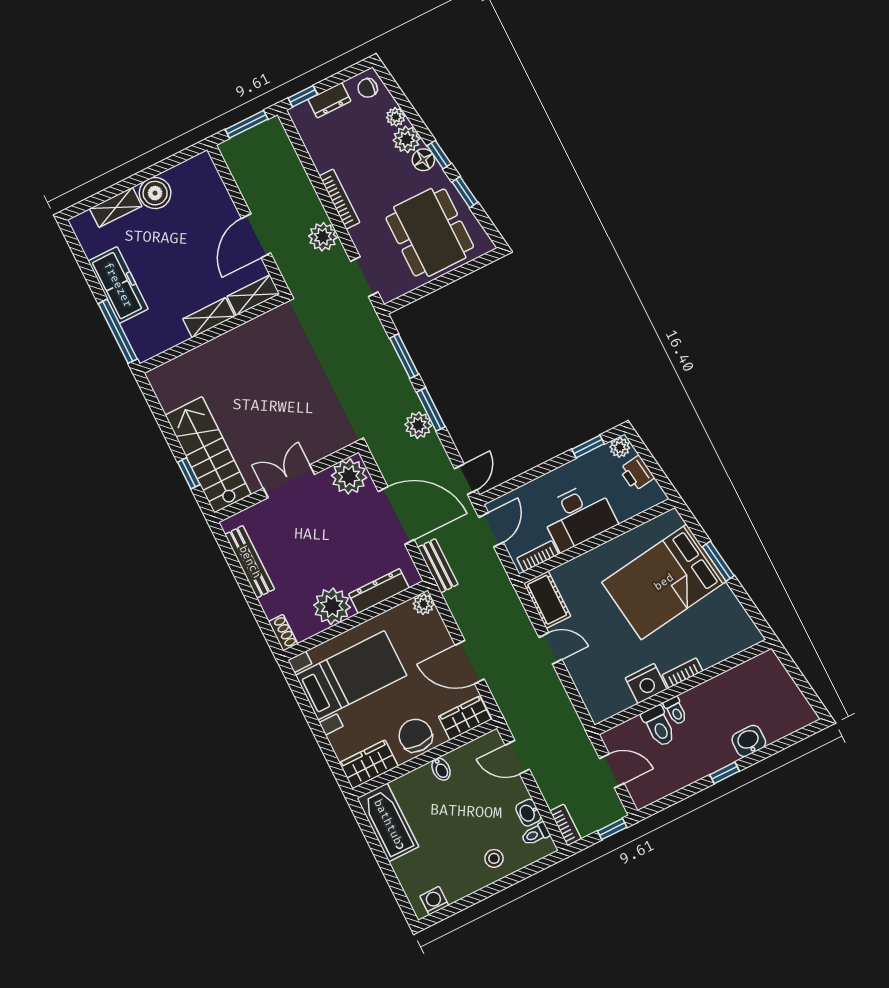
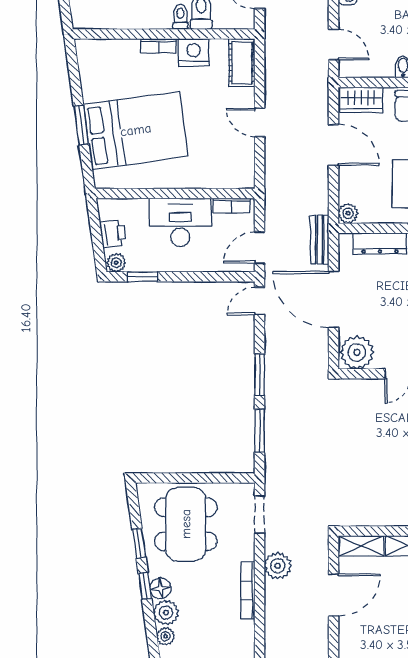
plant: (418, 425) -> (277, 367), removed
cot: (547, 600) -> (242, 63), moved

